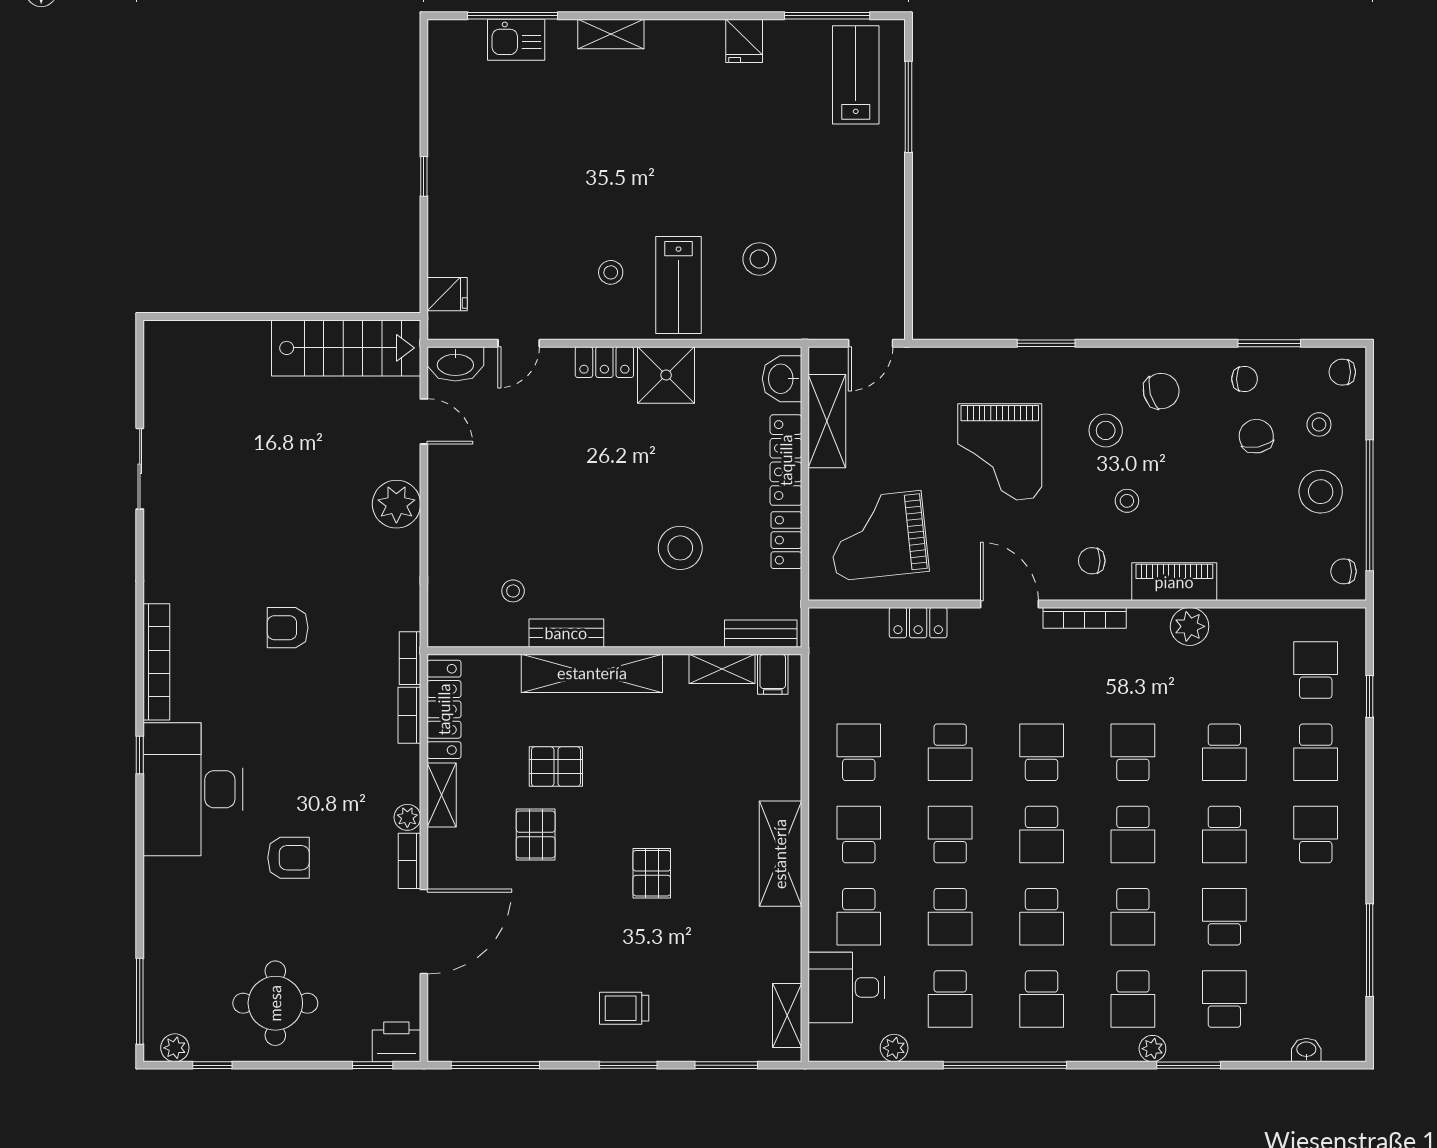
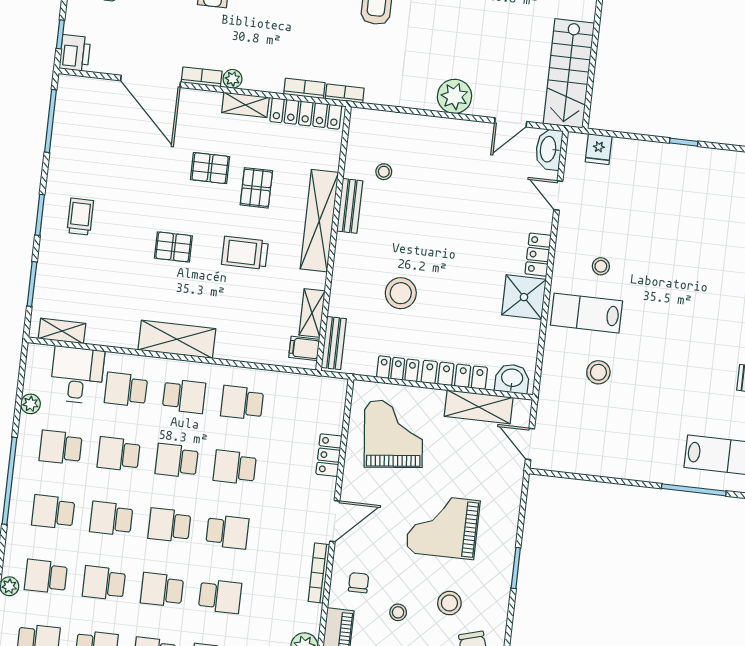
school desk: (859, 752) -> (242, 403), turned 180
trolley: (649, 772) -> (245, 253), added
school desk: (950, 835) -> (177, 461), turned 180

